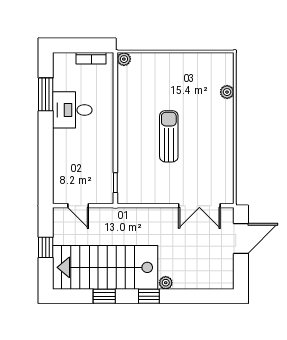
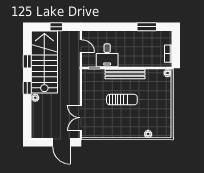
desk: (72, 110) -> (107, 55), moved, turned 180
bench: (125, 131) -> (125, 74), added
door: (78, 206) -> (81, 46), swing flipped

